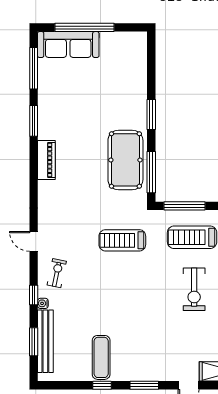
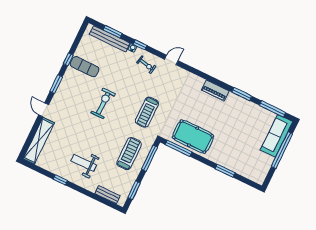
window: (151, 115) -> (225, 171), moved
treadmill: (122, 240) -> (147, 112), turned 180
exercise bike: (194, 289) -> (103, 103), moved, turned 90

